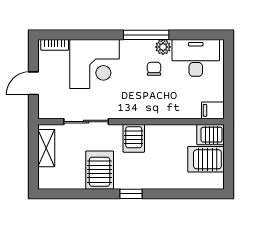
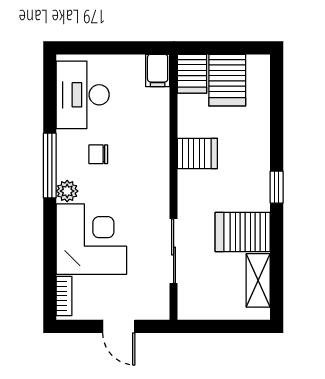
plant: (163, 47) -> (67, 191), moved
server rack: (134, 138) -> (197, 153), moved
shelving: (46, 148) -> (258, 280), moved, turned 90

